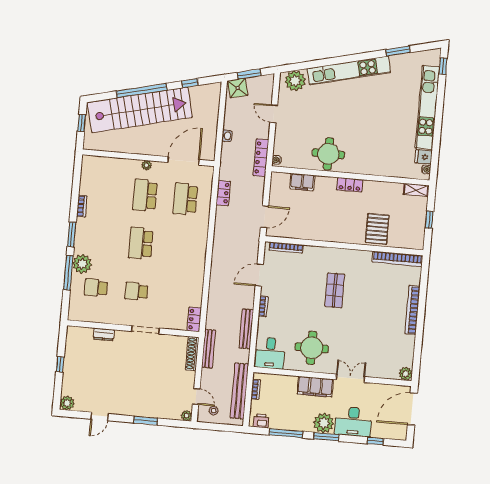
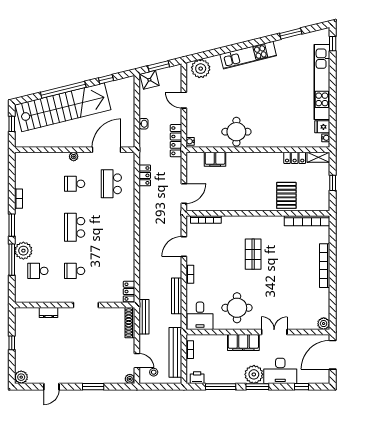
kitchen unit: (349, 70) -> (248, 55), width x0.73
locker: (350, 185) -> (295, 158), moved
school desk: (145, 195) -> (75, 184), width x0.54

